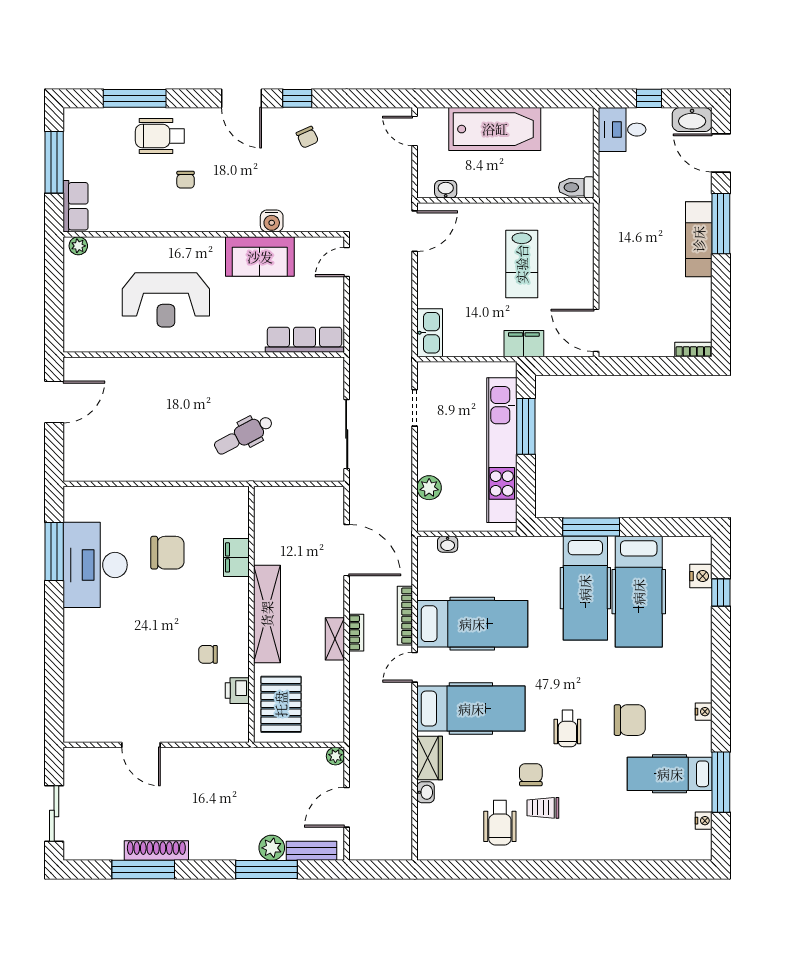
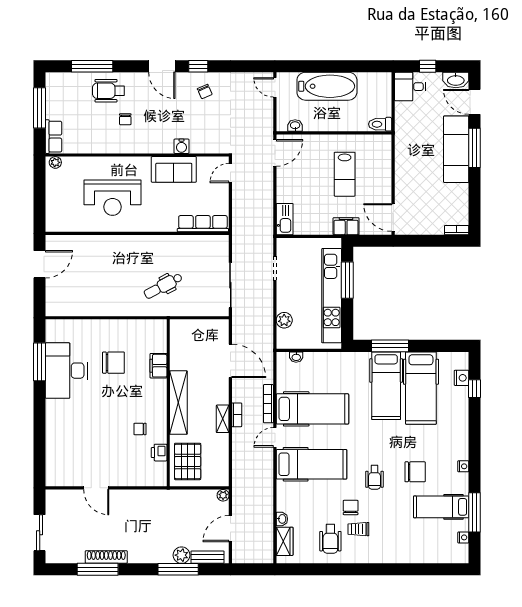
exam couch: (699, 239) -> (456, 149), width x1.36, depth x1.45
wardrobe: (430, 758) -> (285, 541), moved

